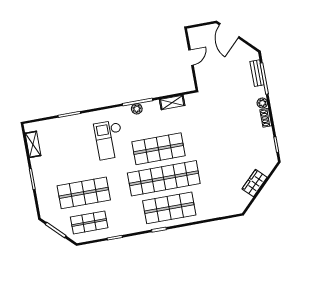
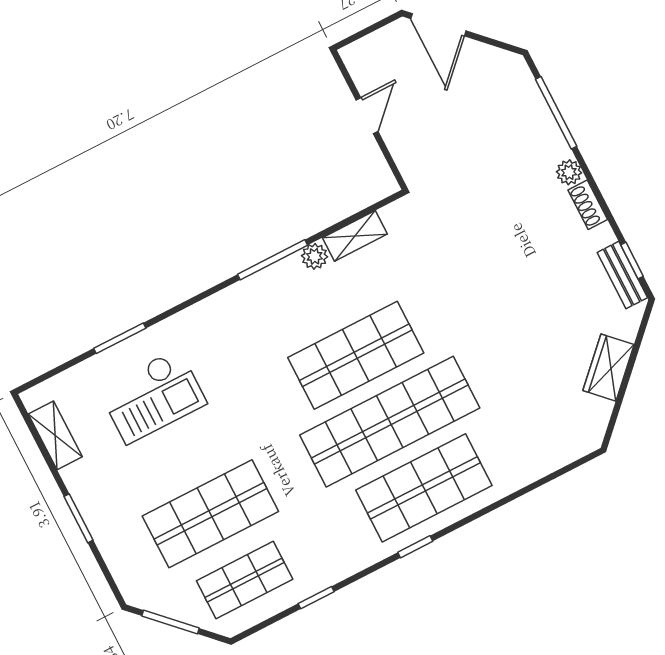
bench: (257, 73) -> (622, 275), moved
plant: (137, 109) -> (314, 256), moved
checkout: (109, 140) -> (152, 396), moved, turned -90

